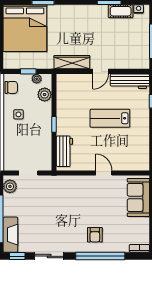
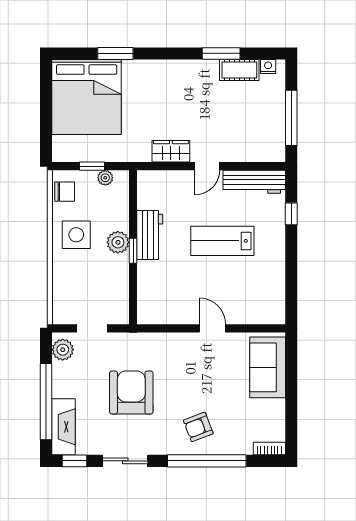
wardrobe: (72, 62) -> (171, 151), width x0.67
plant: (45, 95) -> (118, 242), moved
side table: (18, 114) -> (76, 235), width x1.87, depth x1.87
workbench: (64, 151) -> (150, 235), moved
armchair: (53, 213) -> (131, 392), added
armchair: (95, 235) -> (198, 427), turned 69

